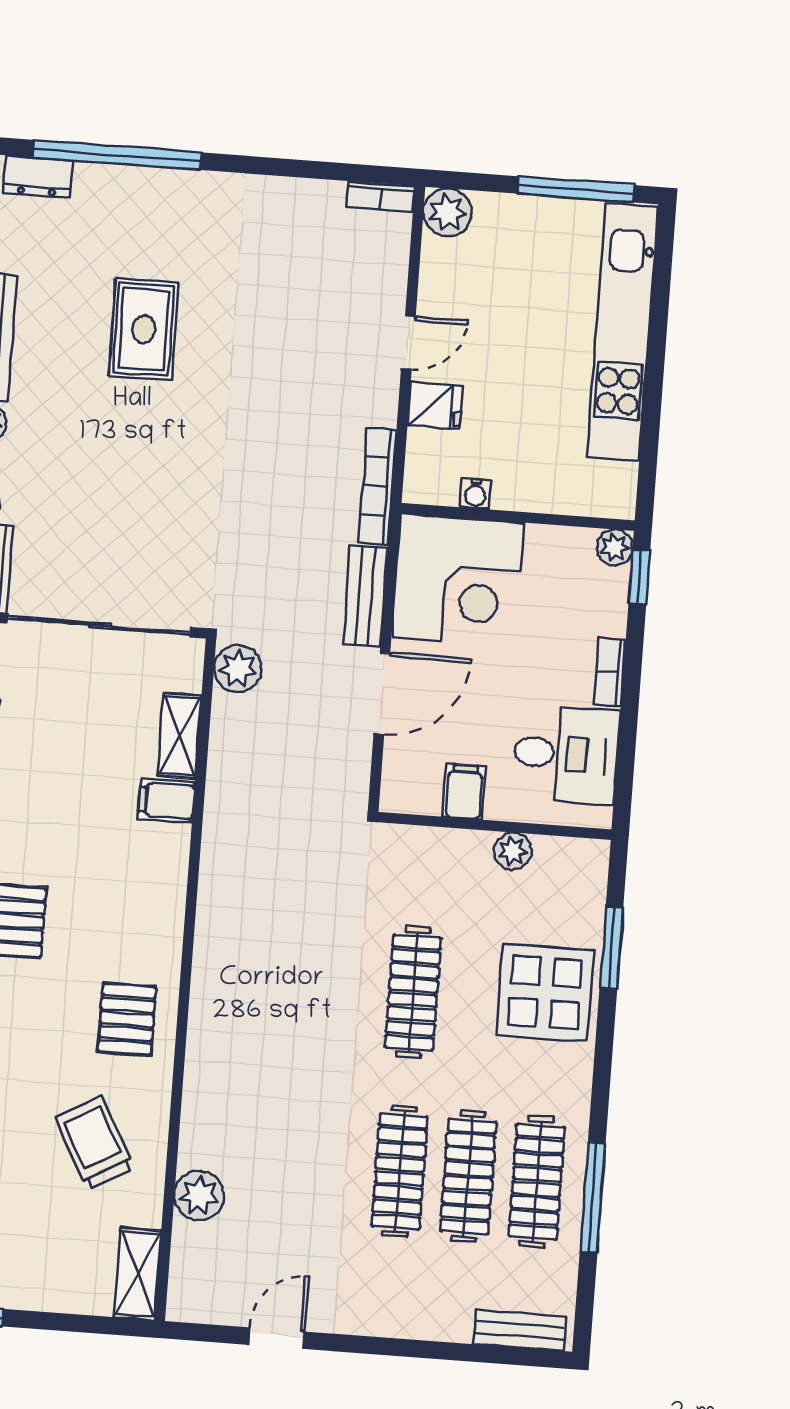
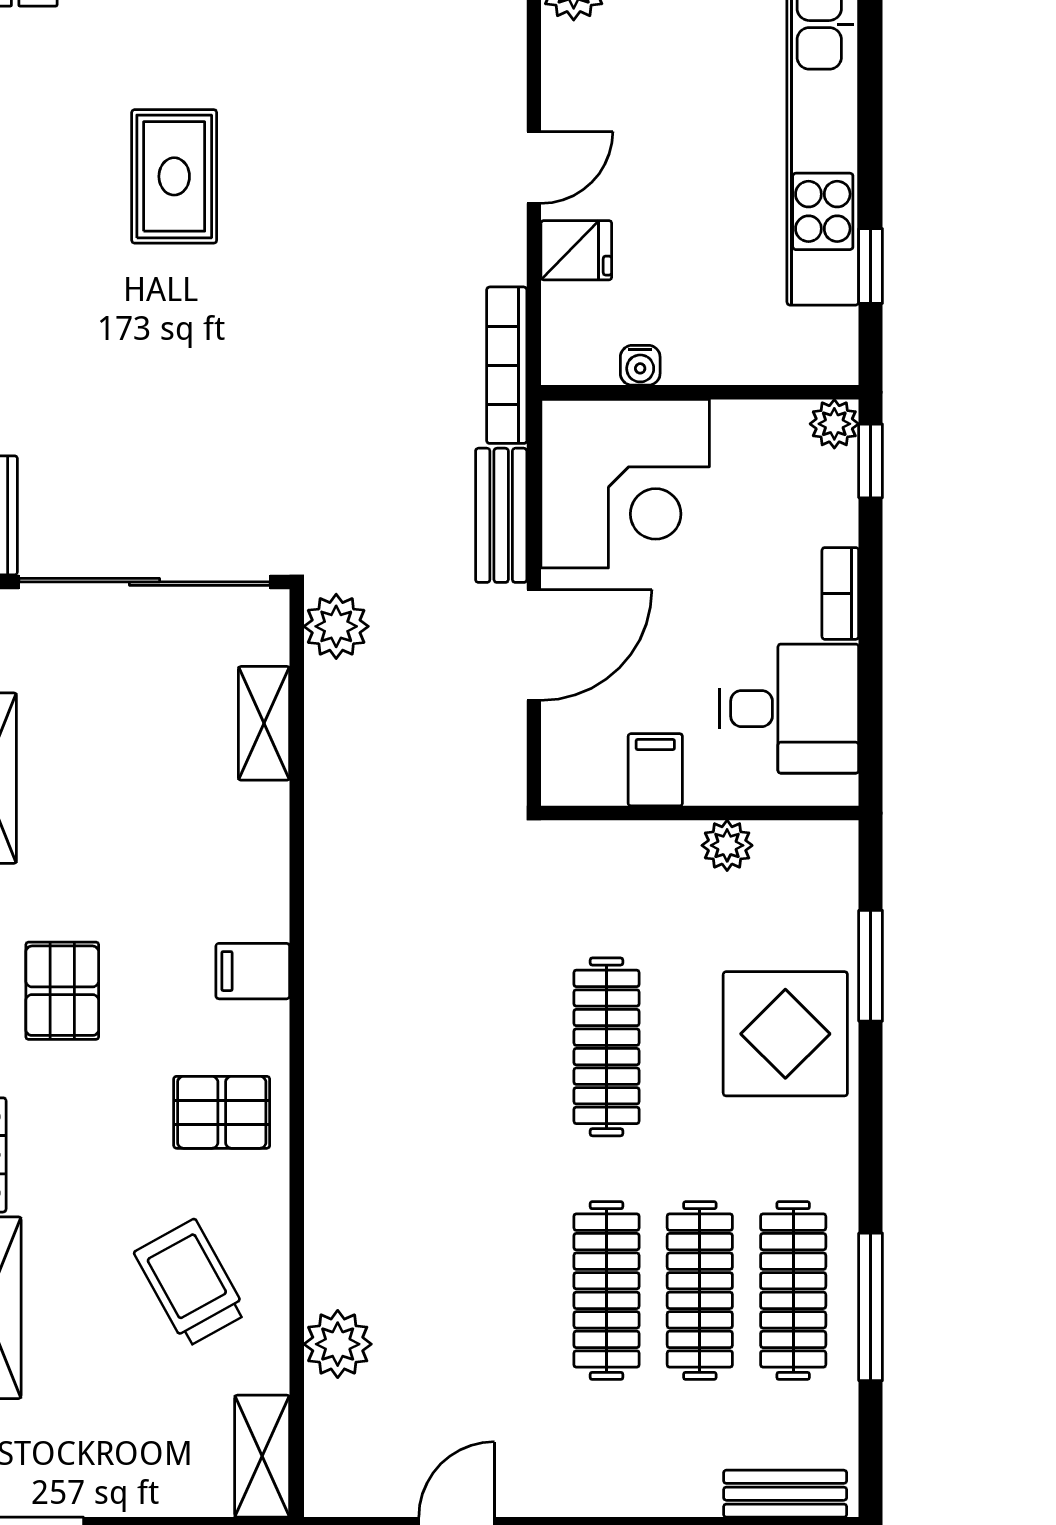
window: (650, 434) -> (871, 266), added
filing cabinet: (166, 801) -> (253, 971), moved
pallet: (127, 1019) -> (222, 1112), turned 90

